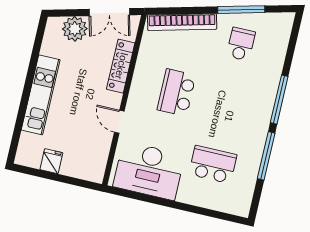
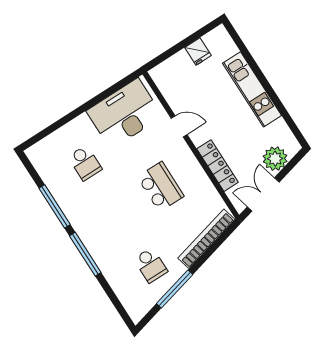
school desk: (213, 165) -> (85, 163), width x0.54

